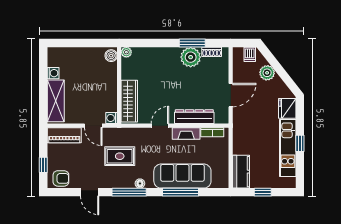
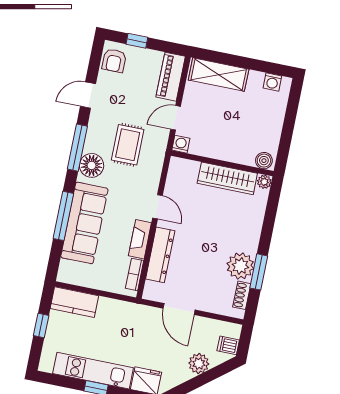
washing machine: (53, 73) -> (272, 82), moved
wardrobe: (129, 101) -> (227, 178), moved
floor lamp: (140, 183) -> (92, 165), width x1.89, depth x1.89

